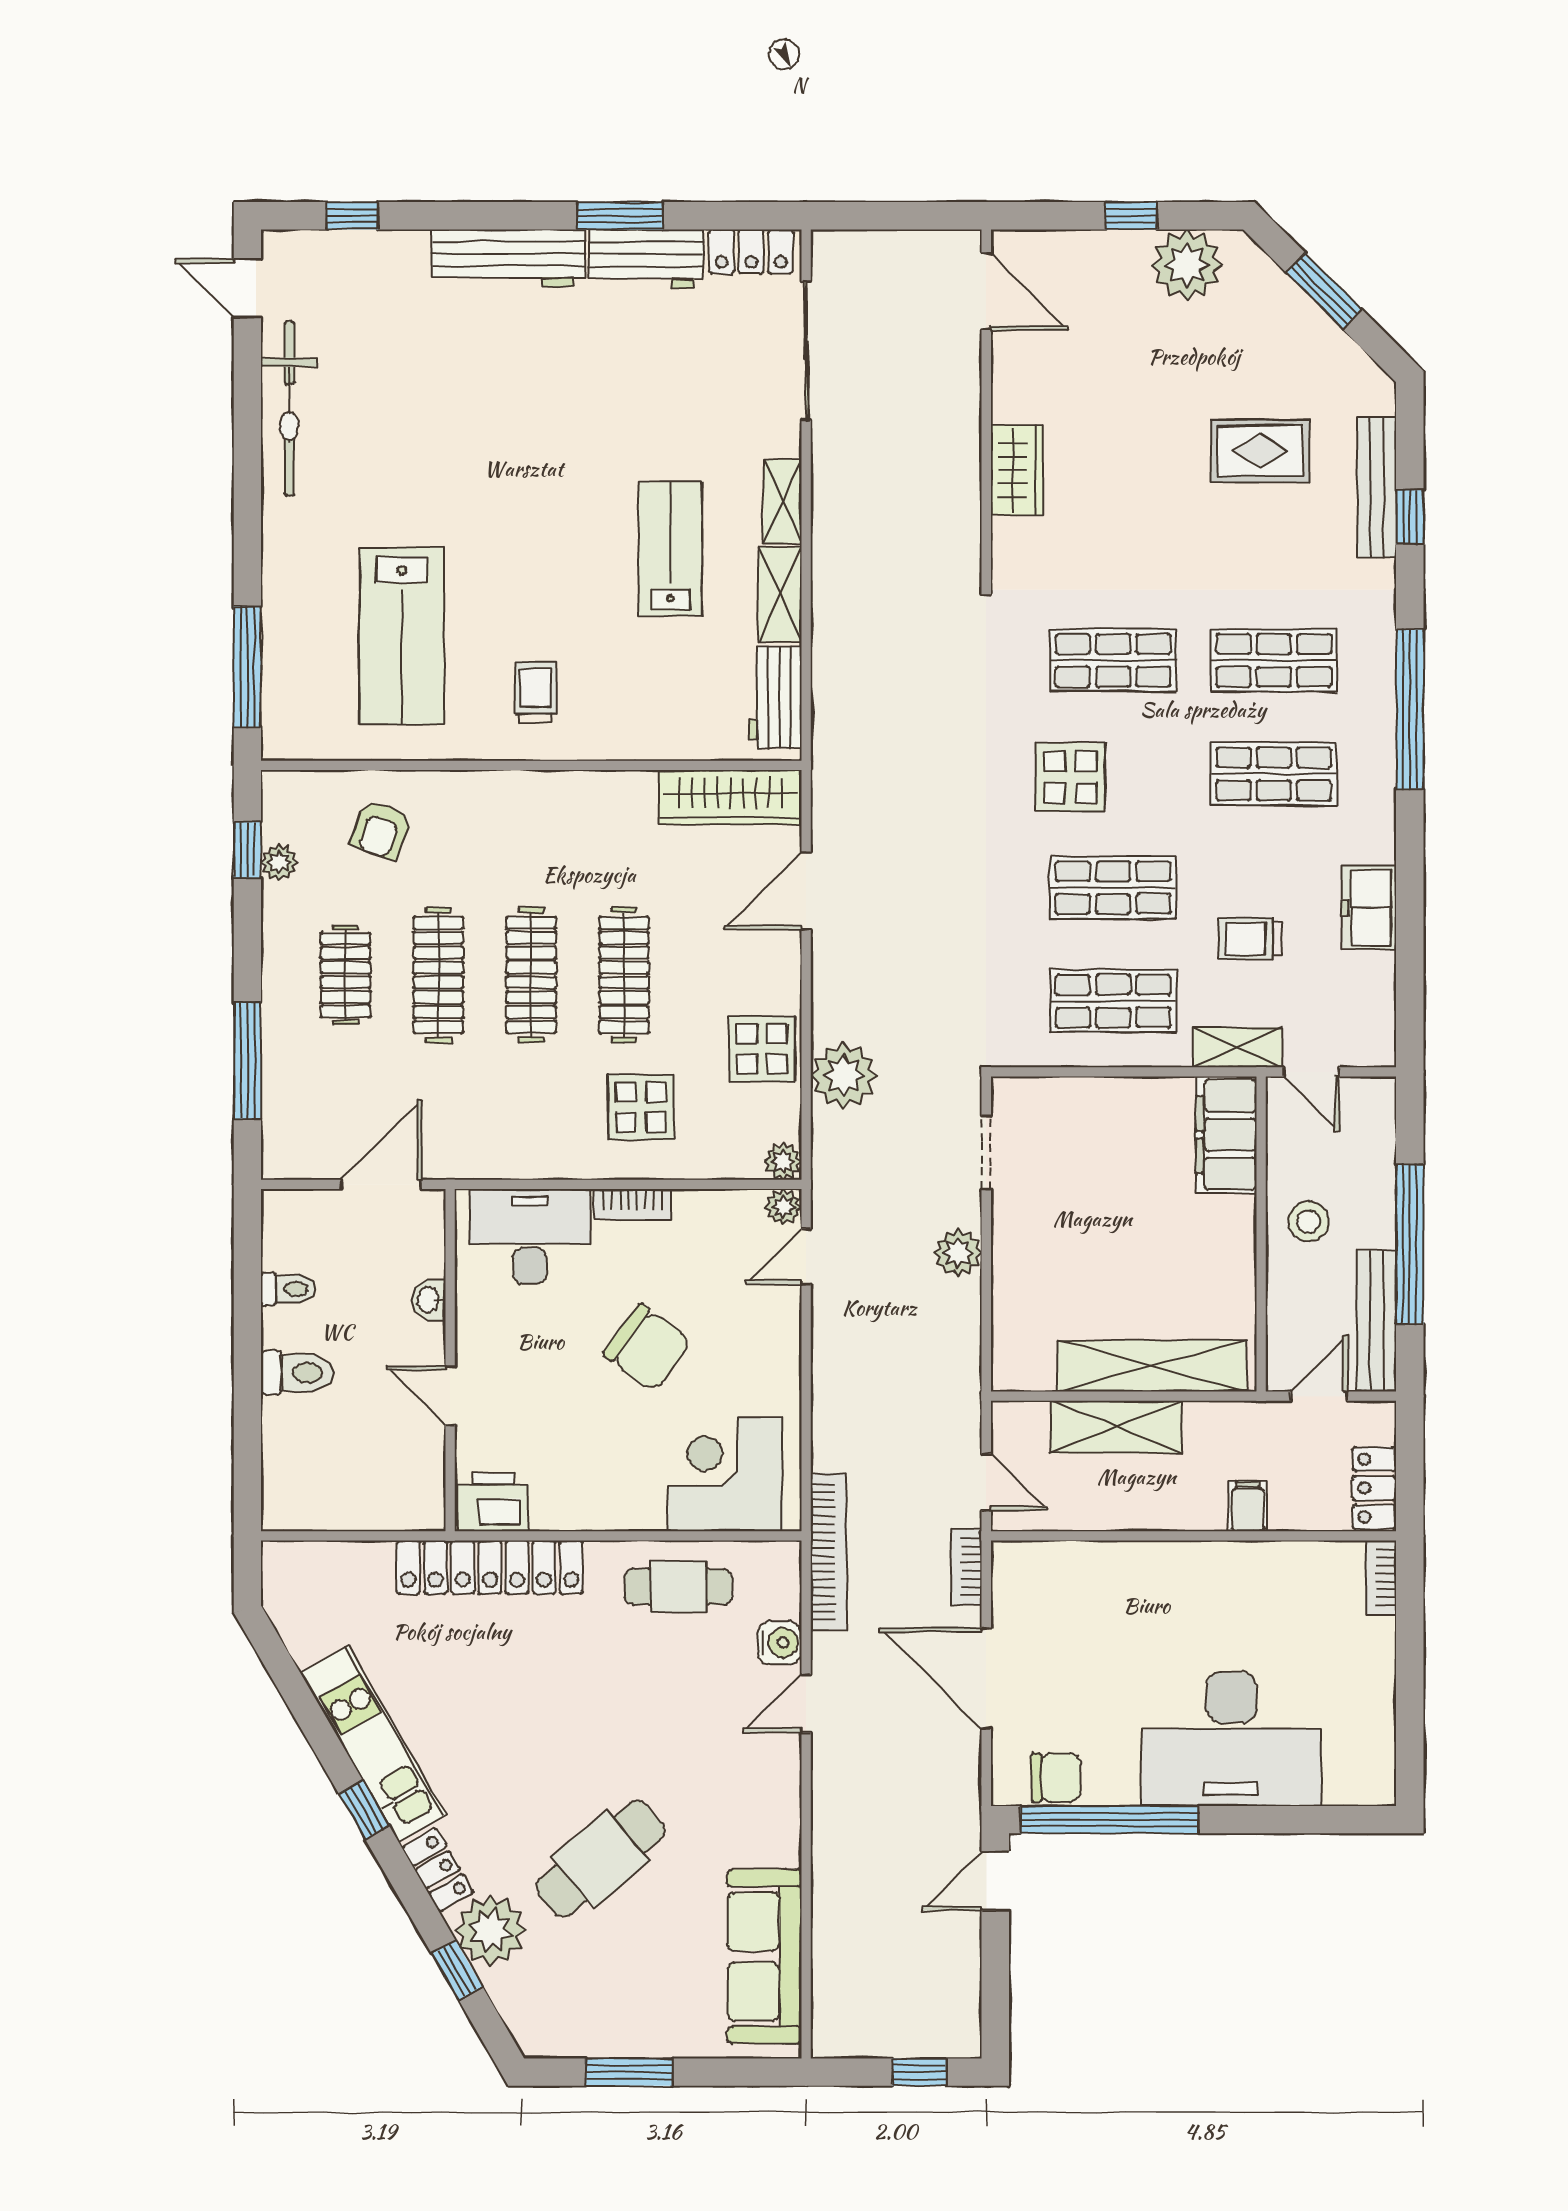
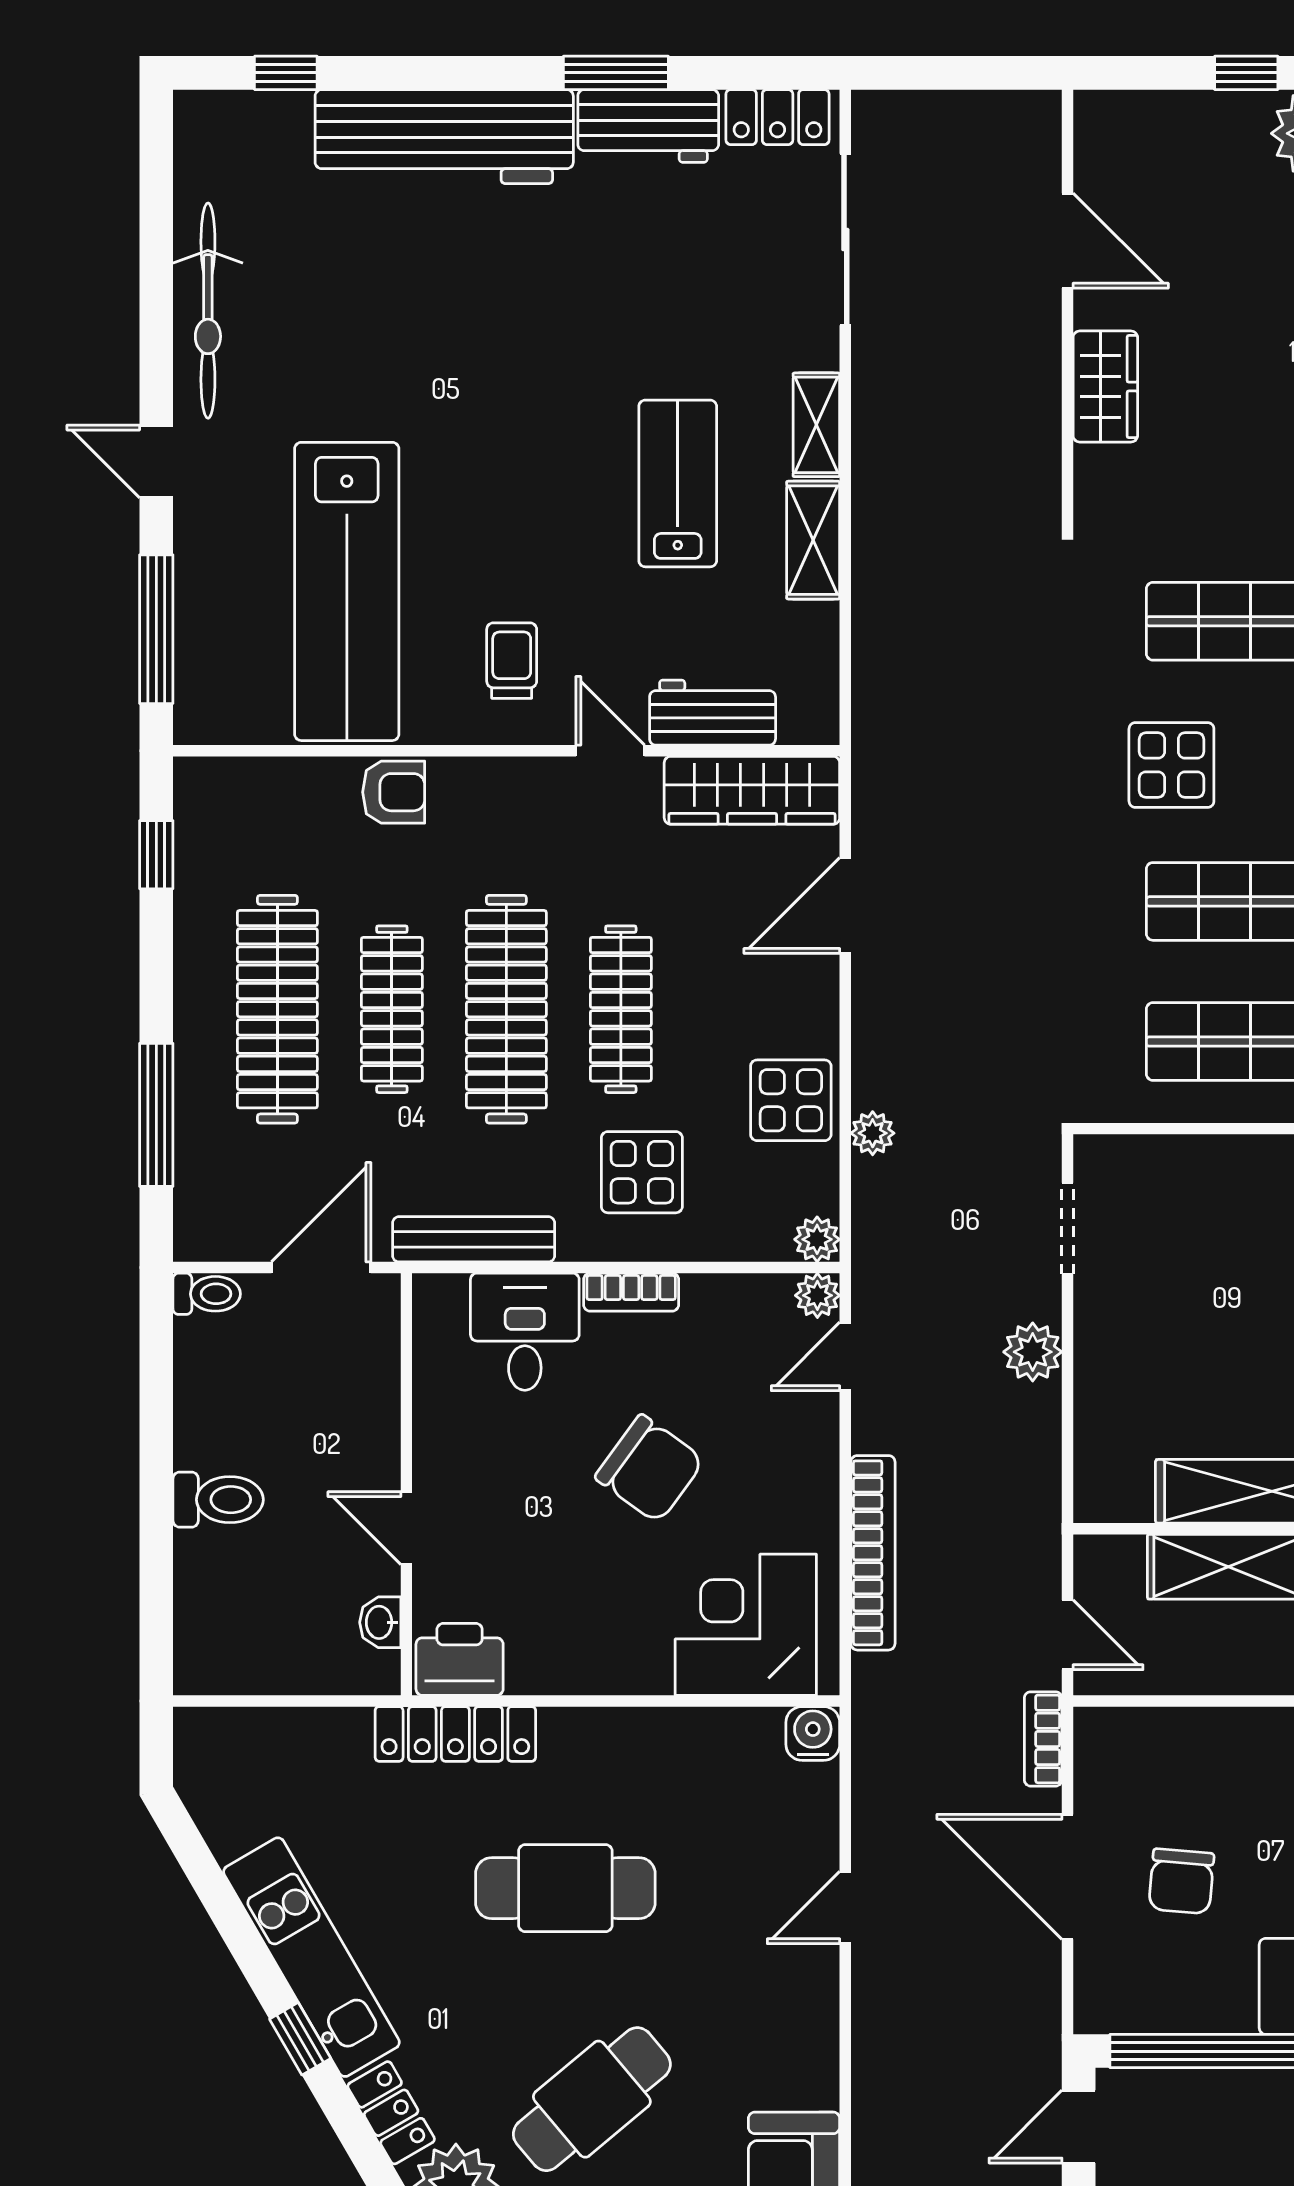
workbench: (509, 258) -> (444, 137), width x1.36, depth x1.32
door: (247, 288) -> (156, 461), moved
door: (986, 291) -> (1068, 241), moved
lab bench: (402, 636) -> (347, 591), width x1.36
workbench: (775, 697) -> (713, 713), moved, turned 90
door: (615, 765) -> (610, 751), added
armchair: (381, 830) -> (394, 792), moved, turned -110
plant: (279, 862) -> (195, 870), removed
clothes rail: (346, 975) -> (277, 1009), width x1.86, depth x1.31
clothes rail: (531, 975) -> (506, 1009), width x1.37, depth x1.31
plant: (844, 1075) -> (873, 1133), width x0.53, depth x0.53
bench: (505, 1162) -> (474, 1239), added
desk: (530, 1236) -> (525, 1332), width x0.73
toilet: (288, 1289) -> (207, 1294), moved
washbasin: (429, 1300) -> (380, 1622), moved
bookcase: (828, 1552) -> (873, 1553), moved
locker: (490, 1567) -> (455, 1734), width x0.71, depth x0.83
cafe table: (678, 1587) -> (565, 1888), moved, width x1.37, depth x1.35
water cooler: (780, 1643) -> (813, 1733), moved, turned -90
chair: (1056, 1777) -> (1181, 1881), moved, turned 95

